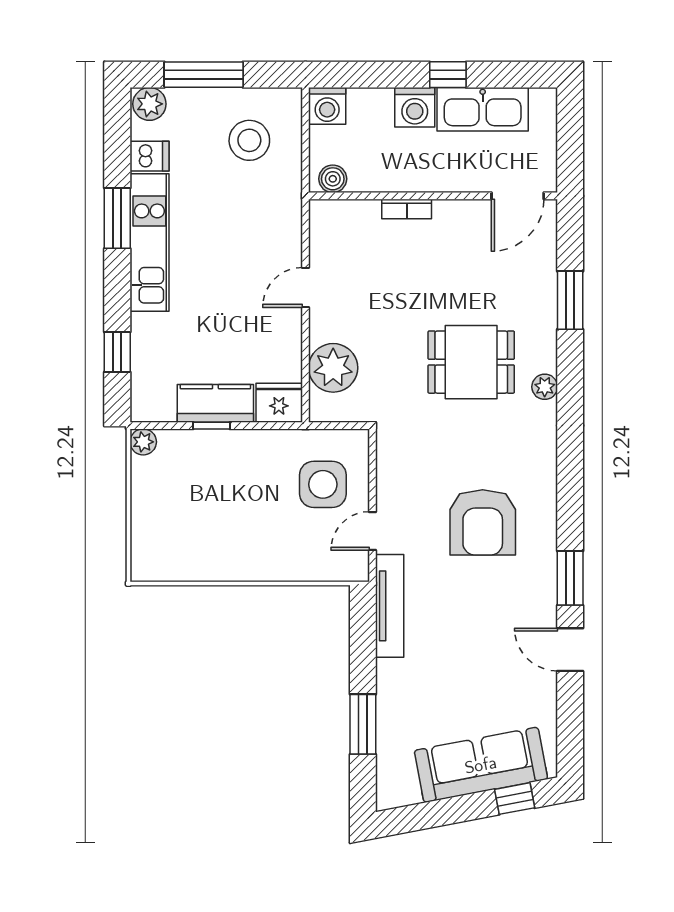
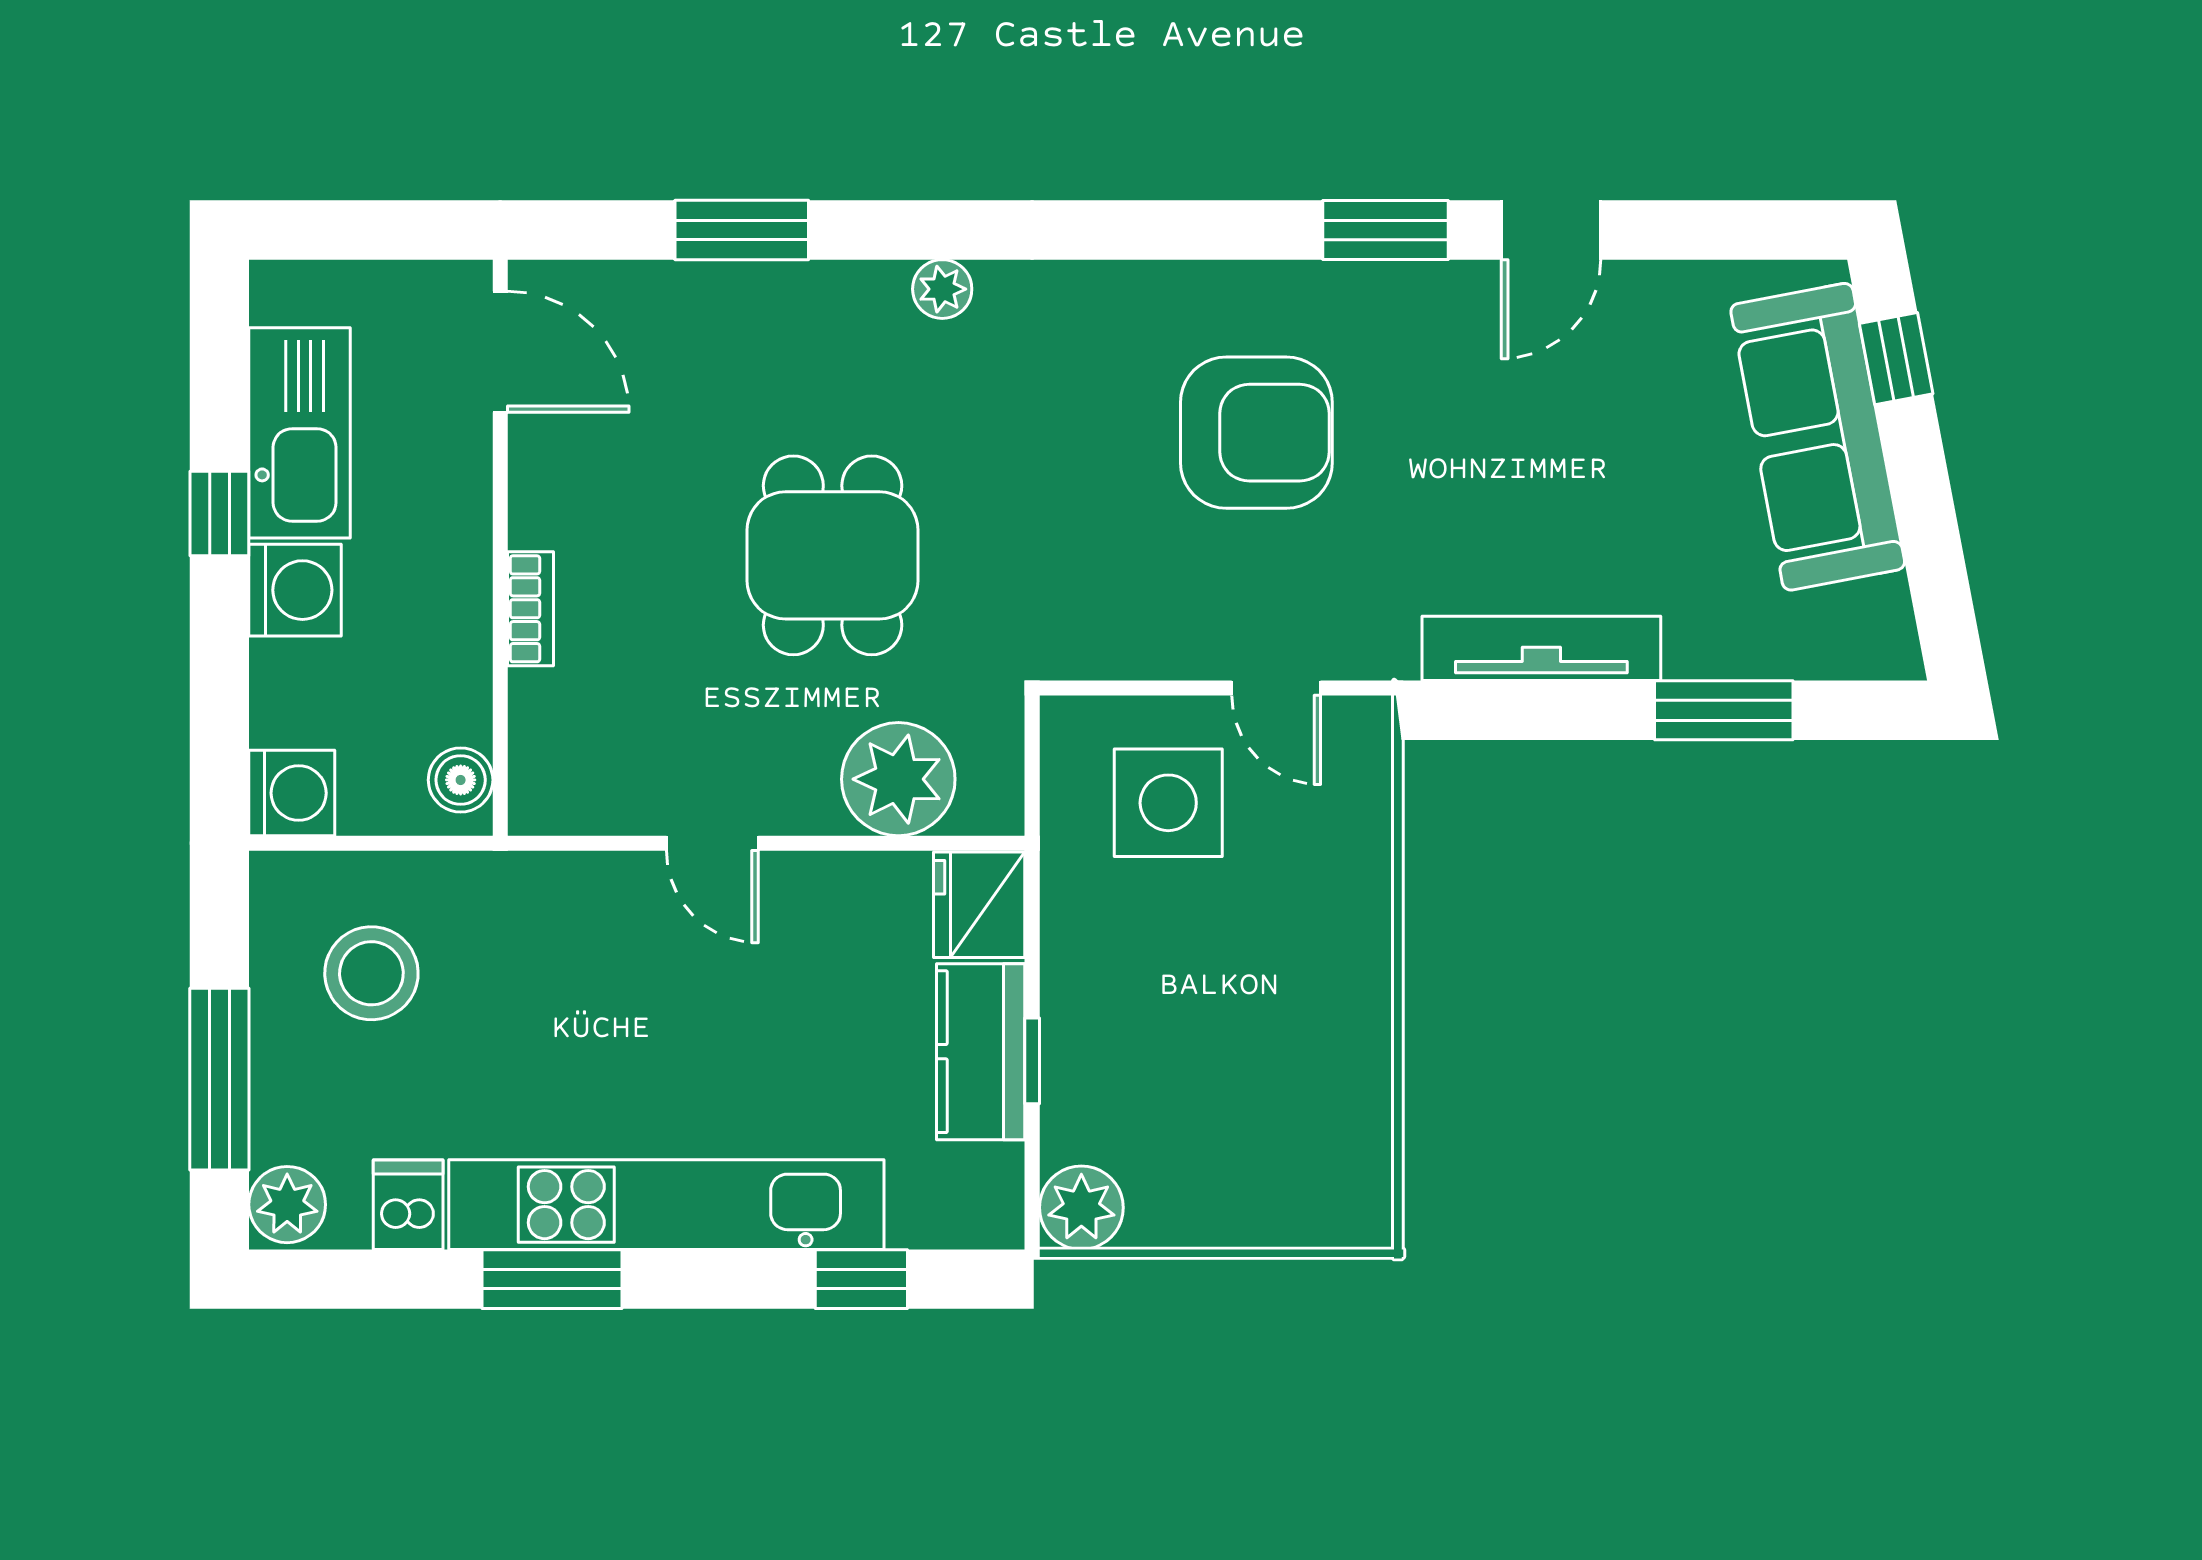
kitchen unit: (149, 243) -> (666, 1205), width x1.36
dining table: (471, 362) -> (833, 555), moved
plant: (143, 442) -> (1081, 1208), width x1.38, depth x1.38
tv unit: (390, 606) -> (1541, 648), moved

